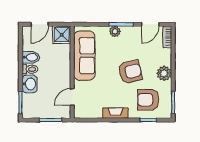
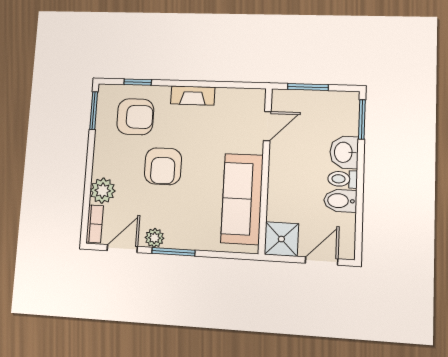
plant: (115, 31) -> (154, 238), moved
armchair: (130, 72) -> (163, 166), turned -77
plant: (164, 73) -> (103, 191), moved

